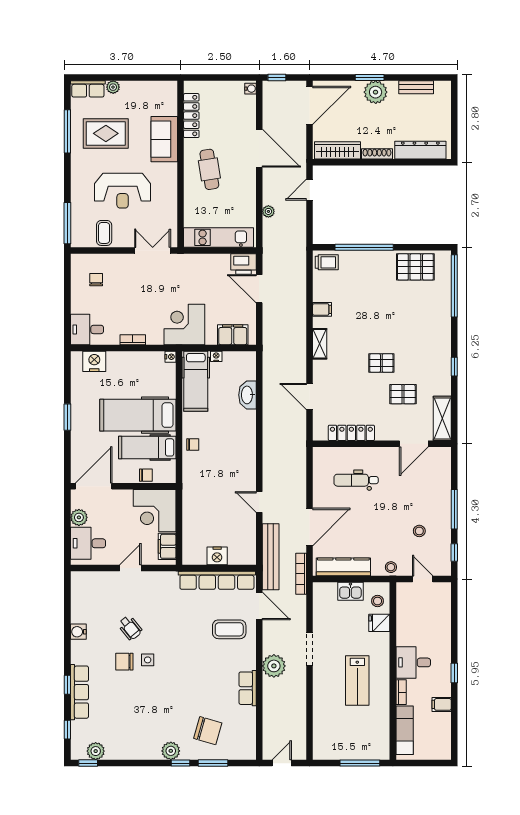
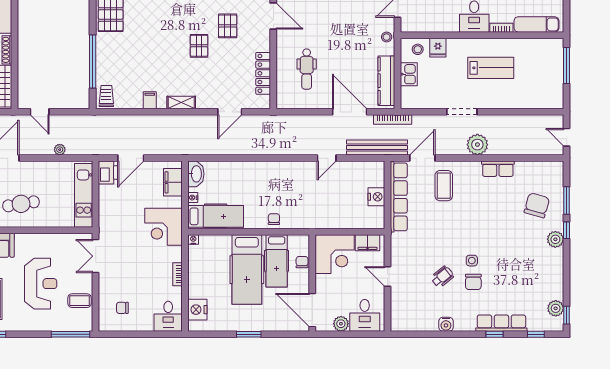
washbasin: (247, 395) -> (196, 174), moved, turned -90
stool: (419, 531) -> (353, 11), removed

